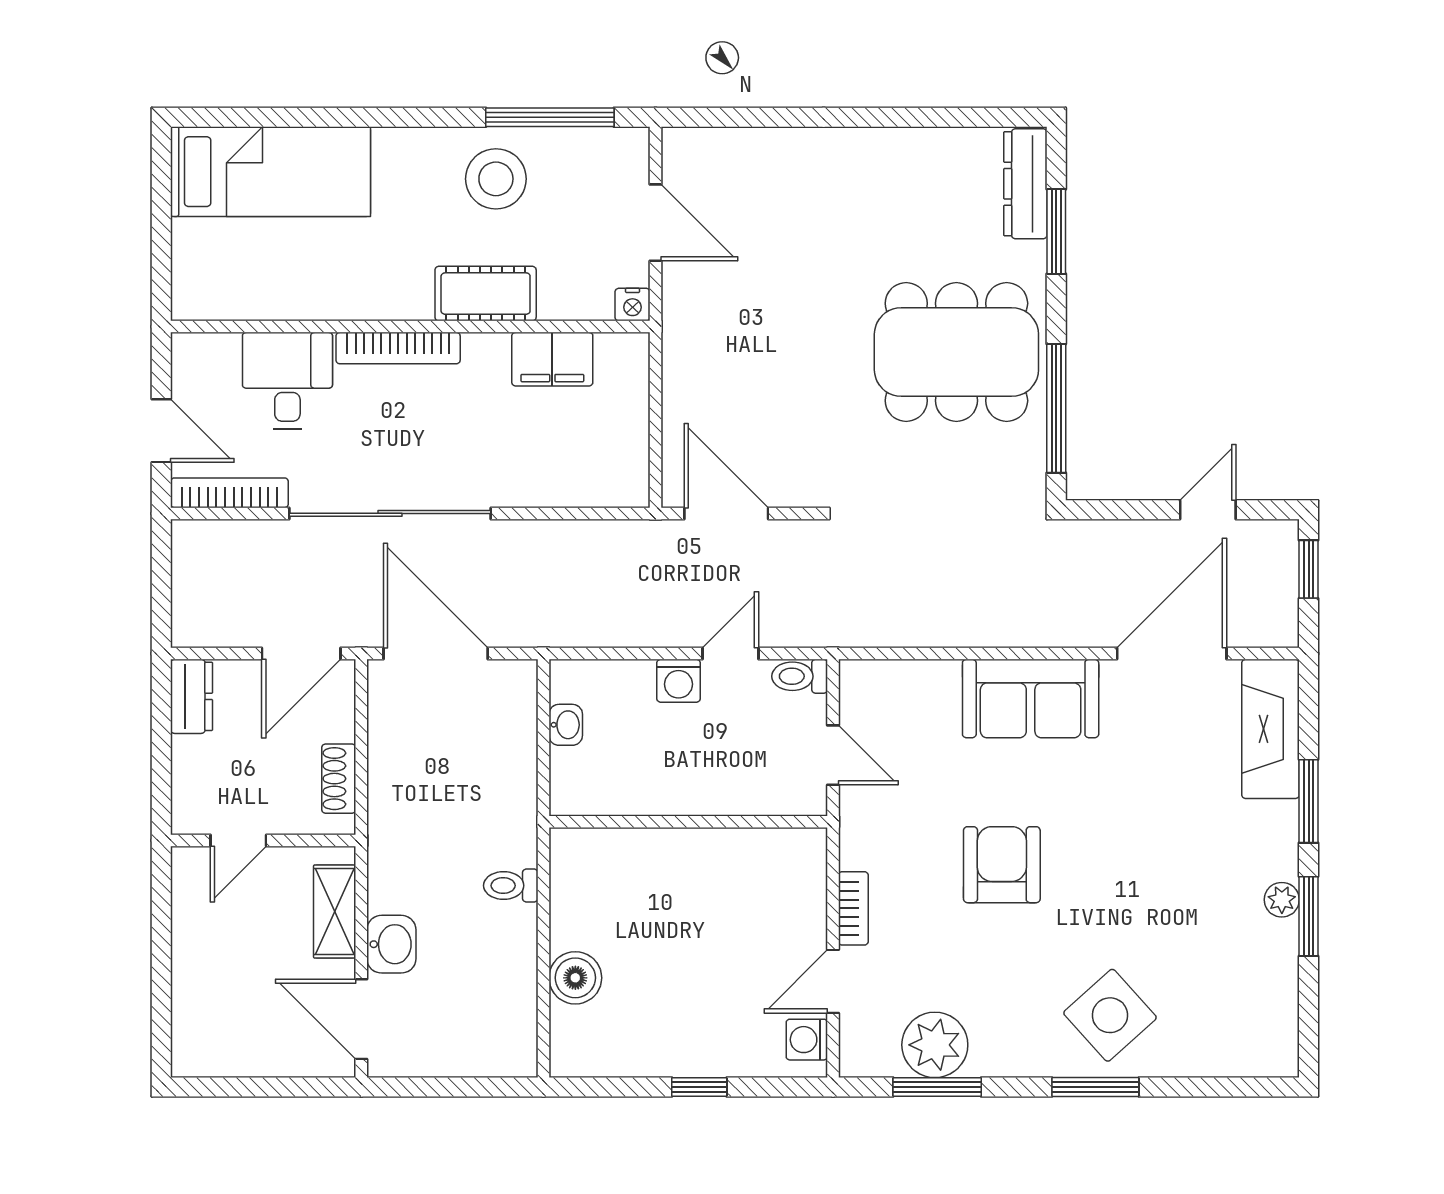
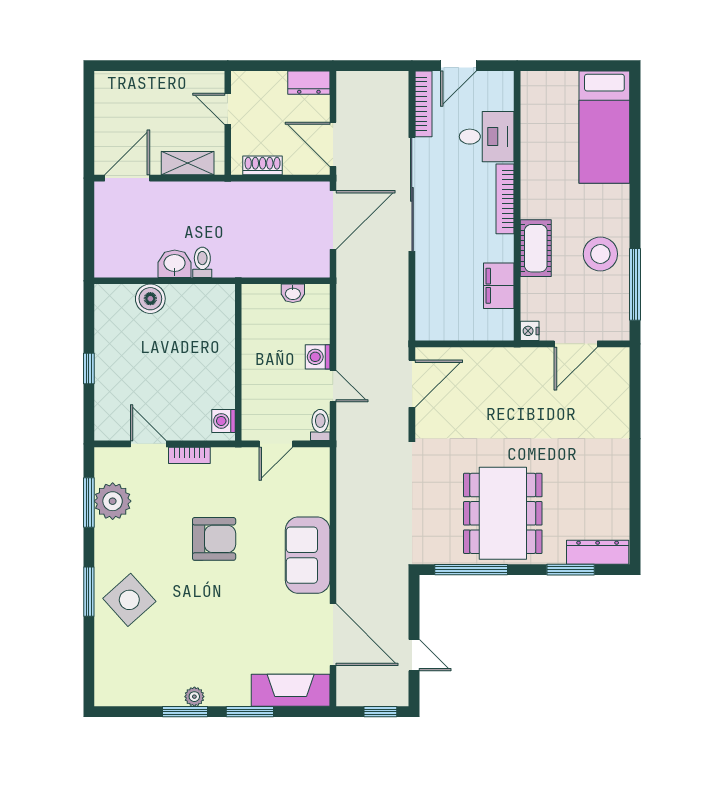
washbasin: (391, 944) -> (175, 264), moved, turned 180
washing machine: (807, 1040) -> (224, 421), moved, turned -90

